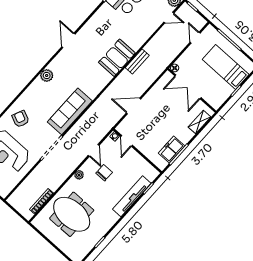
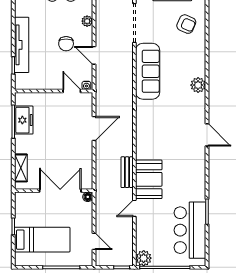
door: (169, 18) -> (134, 208), moved
booth: (117, 58) -> (149, 179), moved

